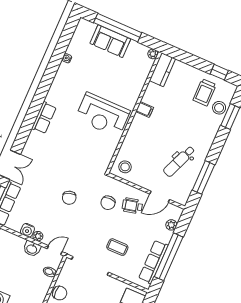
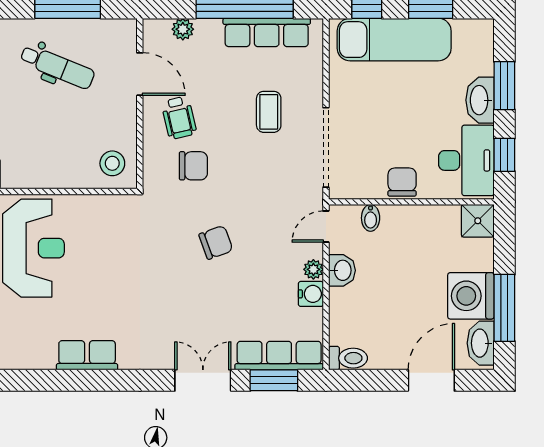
door: (55, 250) -> (326, 227), hinge flipped

